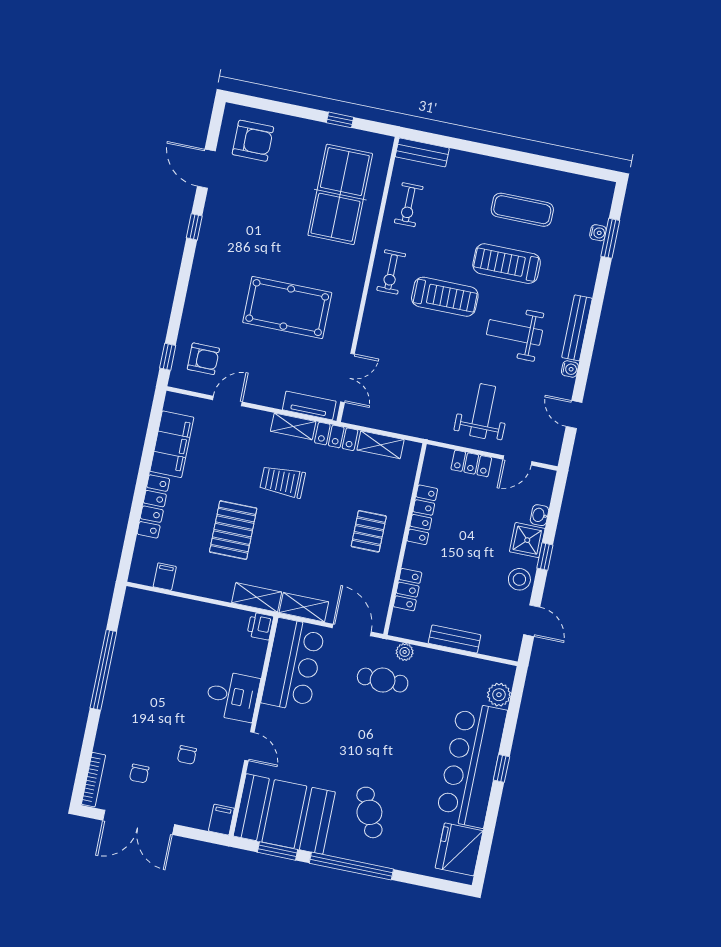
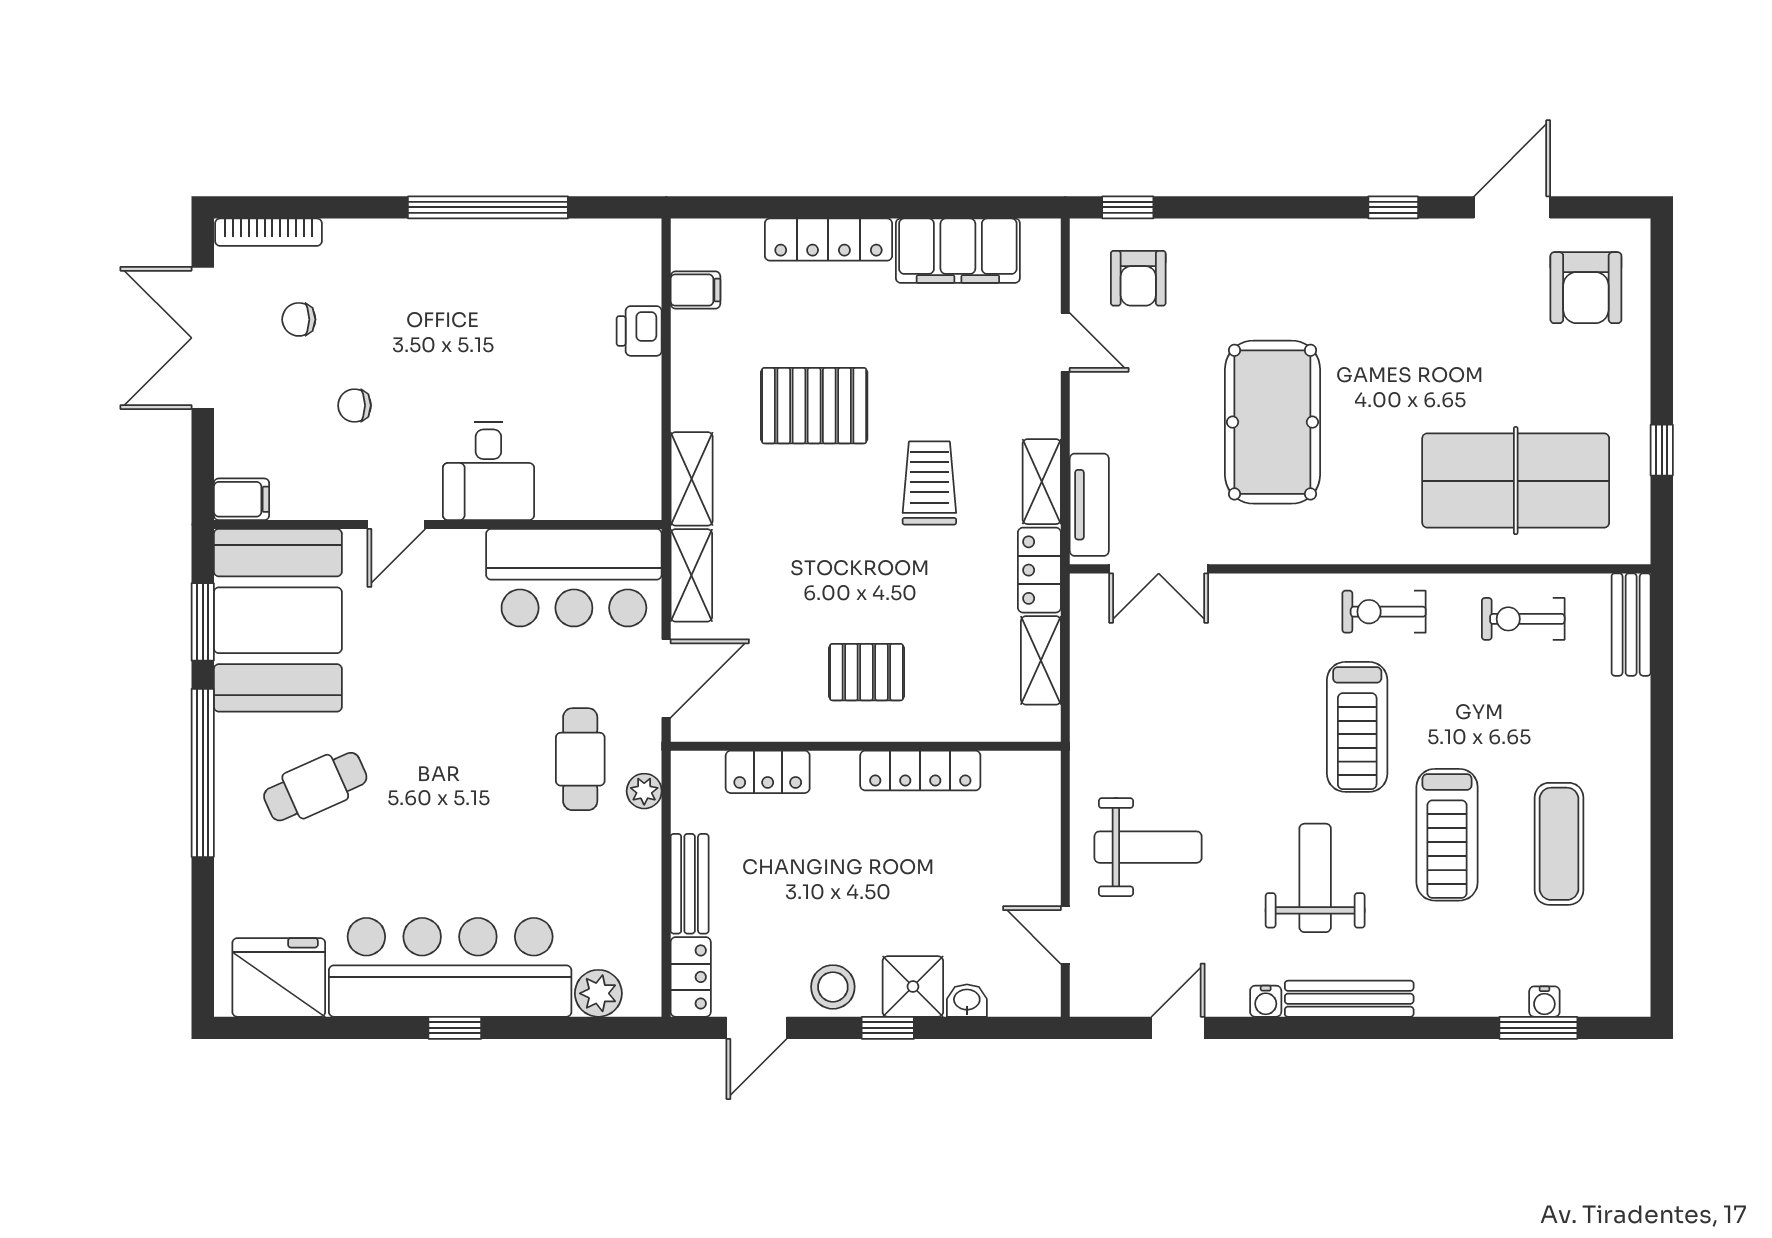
treadmill: (507, 264) -> (1447, 835), turned 180
locker: (471, 463) -> (691, 977), moved, turned 180
printer: (260, 626) -> (639, 331), moved, turned -90

